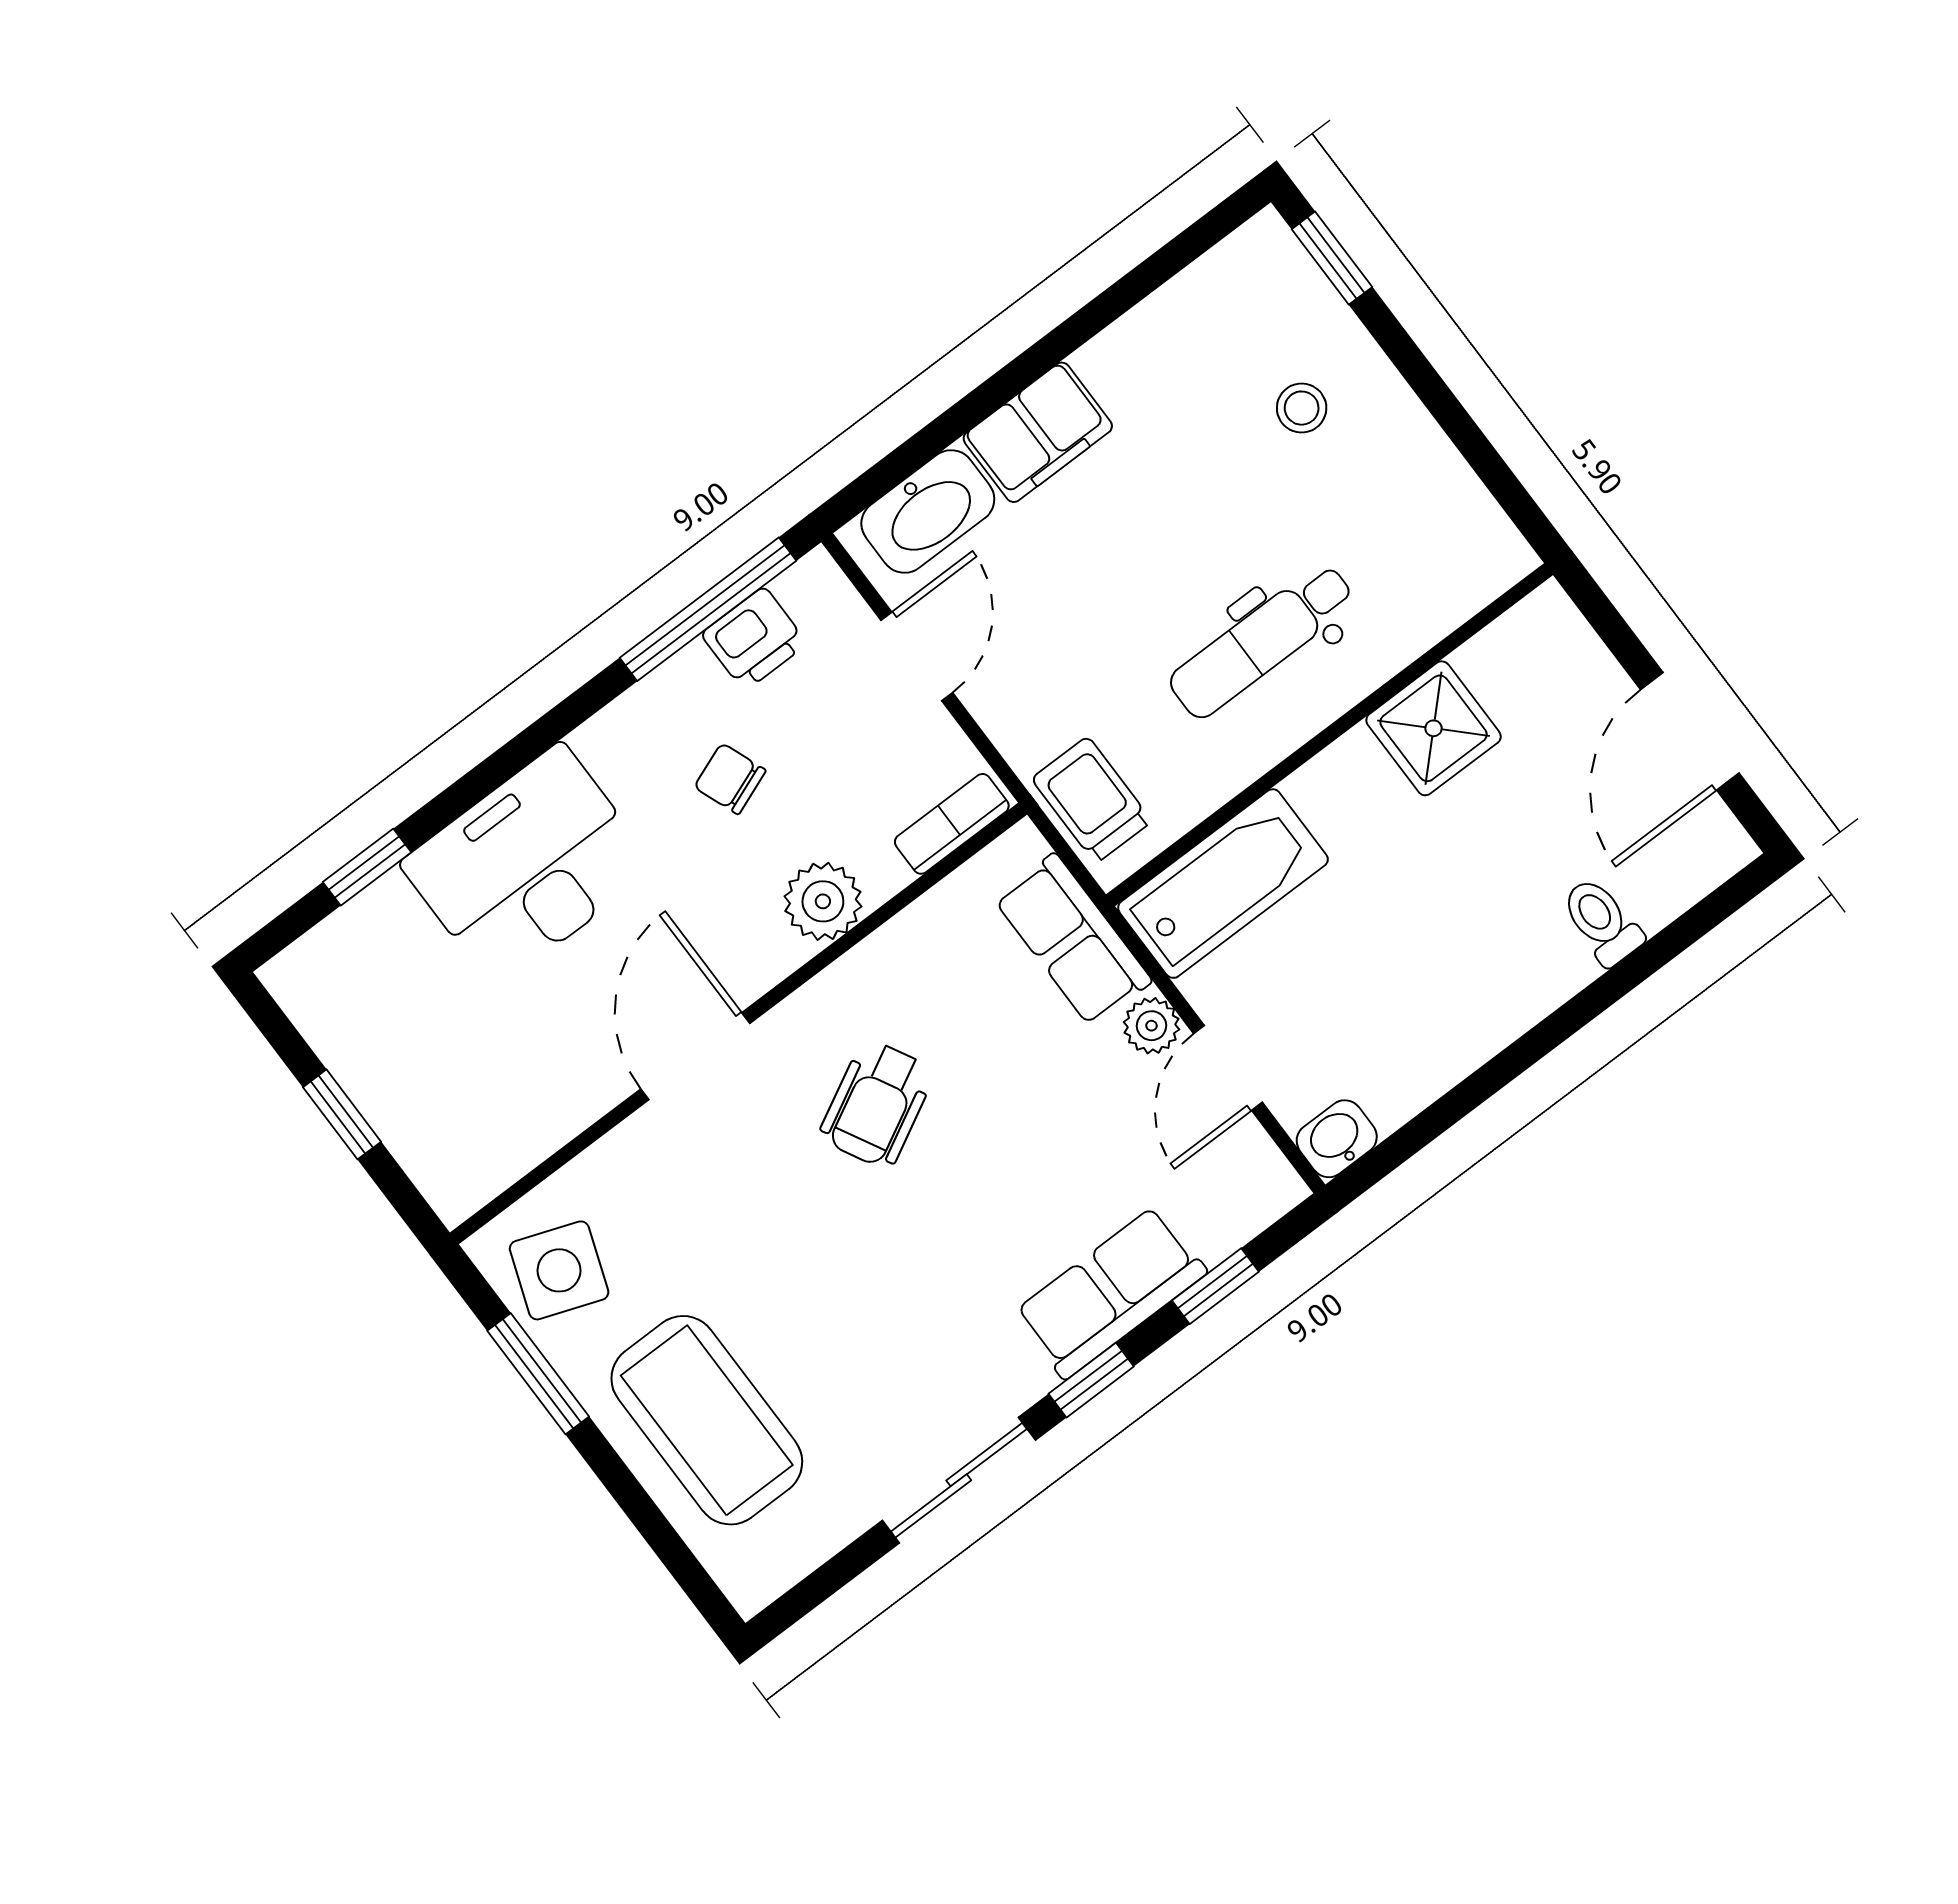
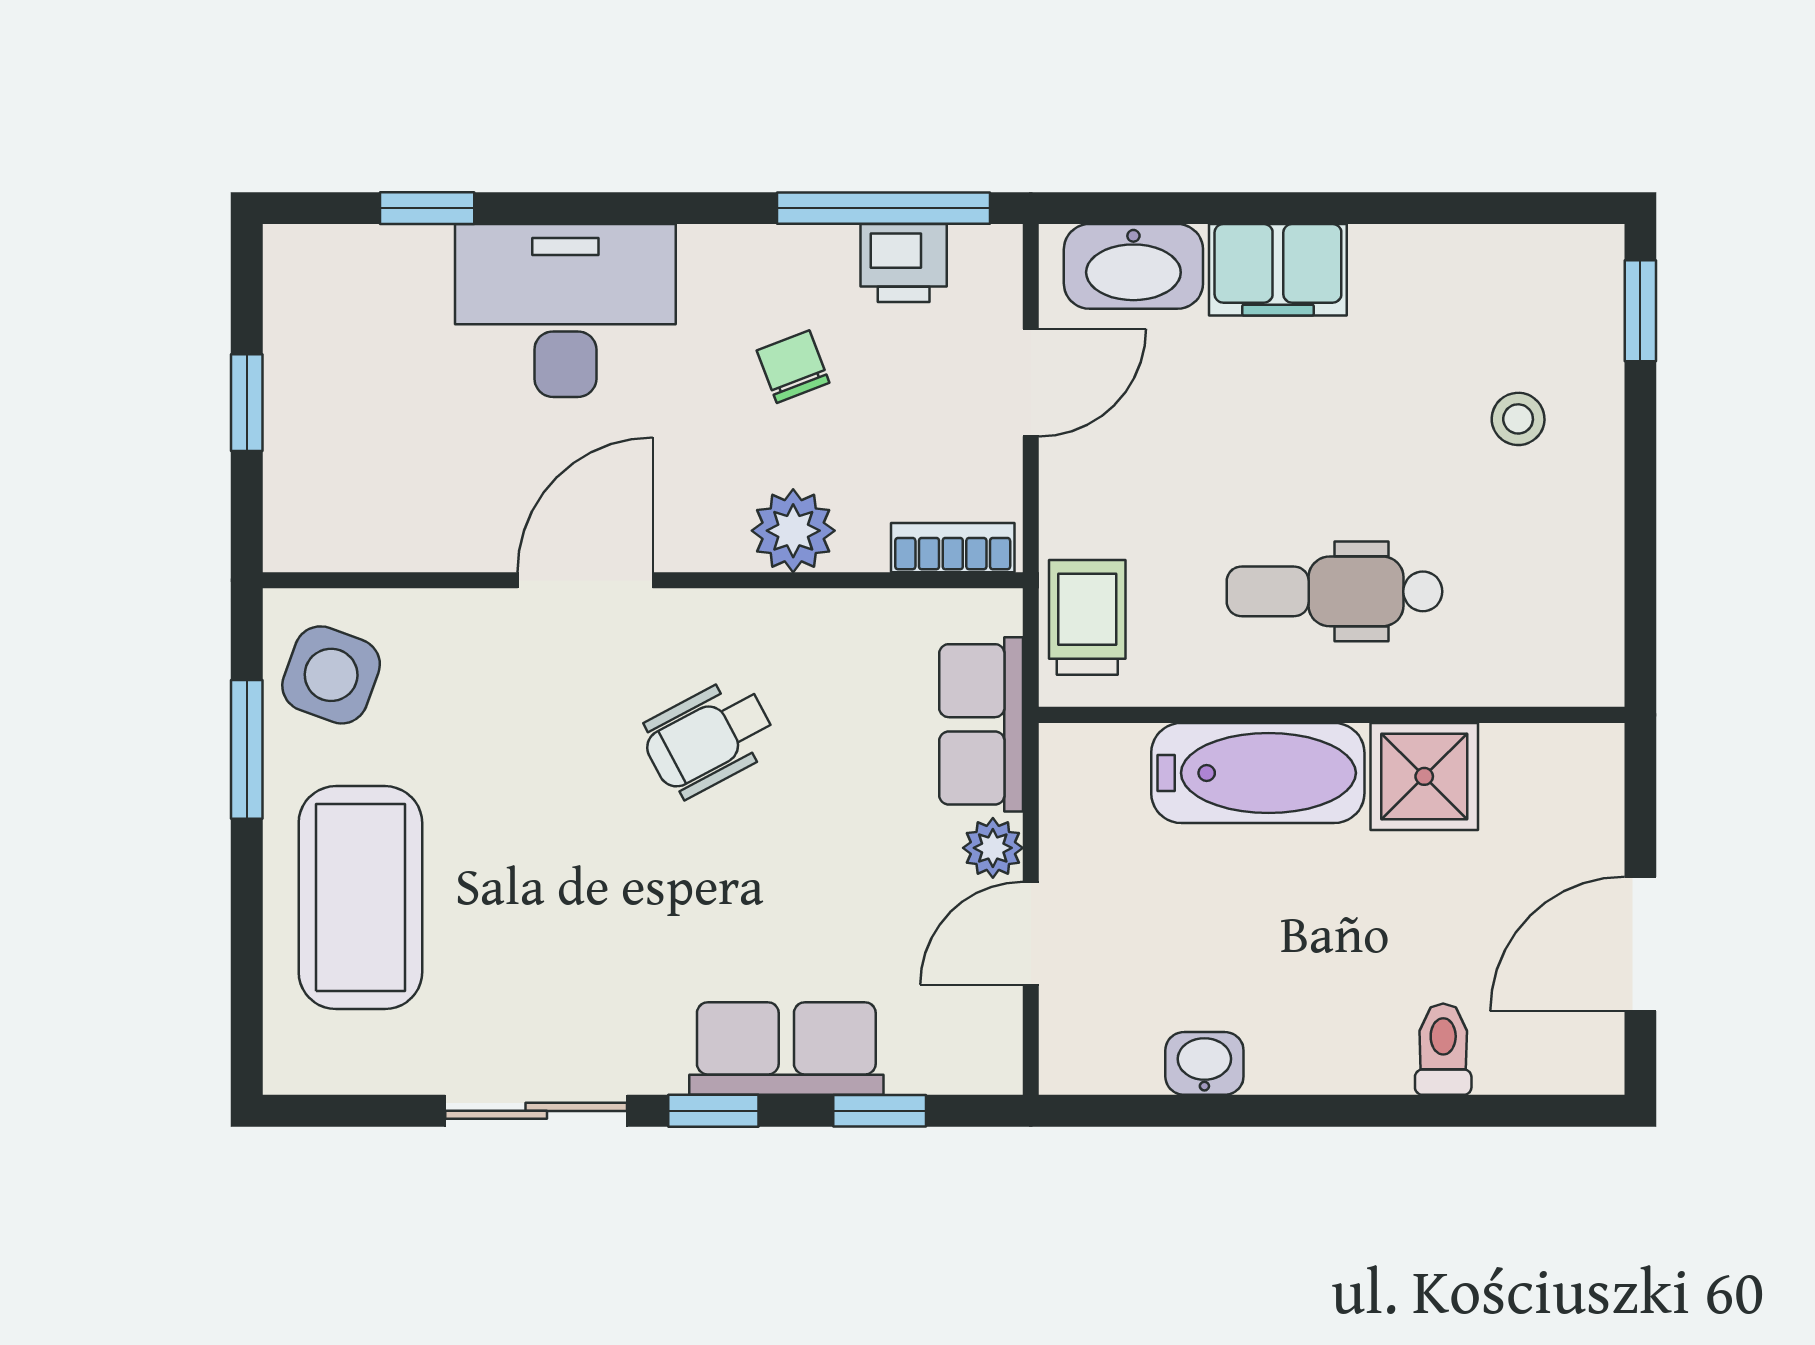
bathtub: (1223, 884) -> (1258, 773), moved
washbasin: (1337, 1139) -> (1204, 1063), moved

